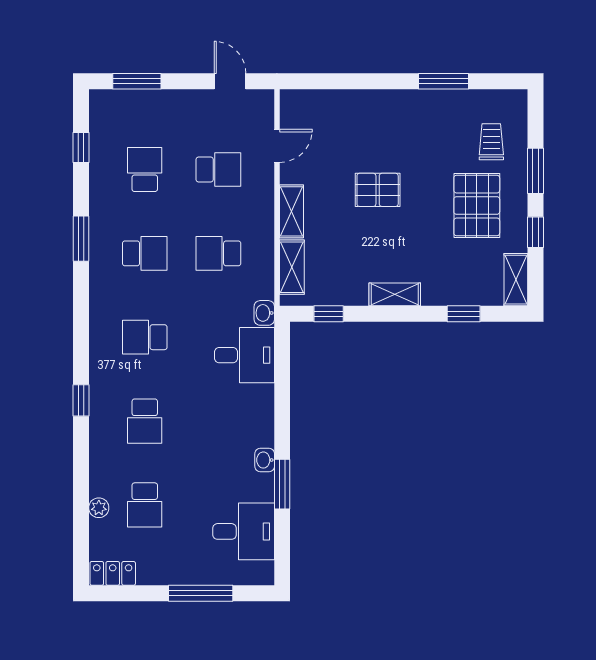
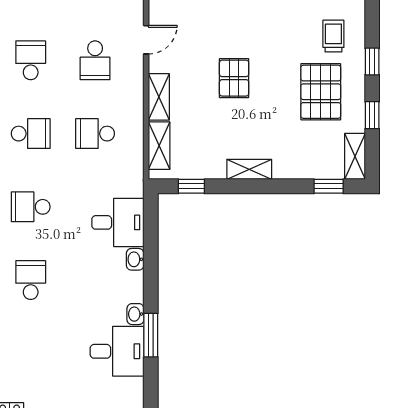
school desk: (218, 170) -> (95, 60), turned 90
window: (536, 171) -> (372, 62), width x0.67
pallet: (378, 190) -> (234, 78), turned 90
washbasin: (264, 313) -> (135, 259), moved
window: (464, 314) -> (329, 186), moved
school desk: (145, 421) -> (31, 280), turned 180
school desk: (145, 505) -> (31, 353), removed
desk: (244, 531) -> (117, 351), moved

